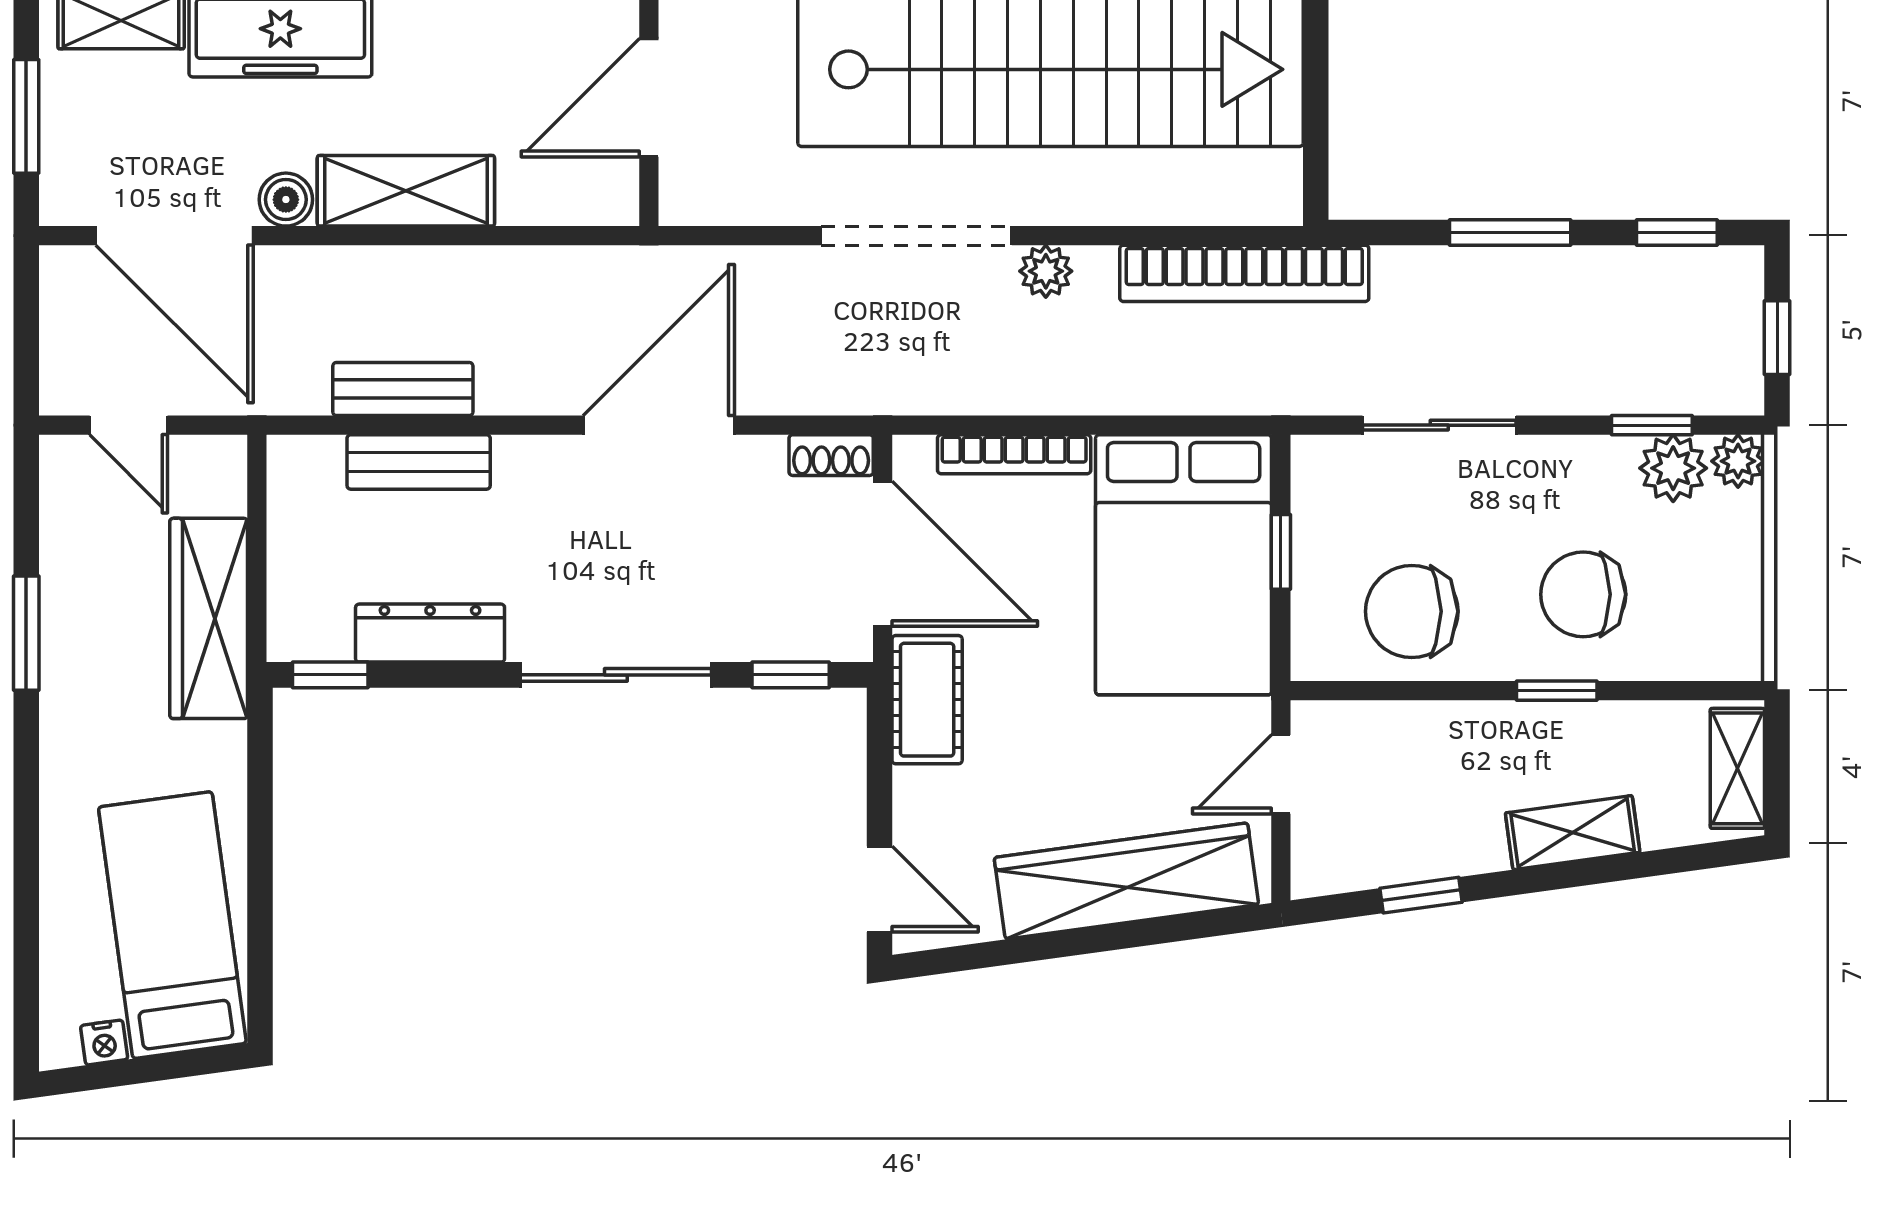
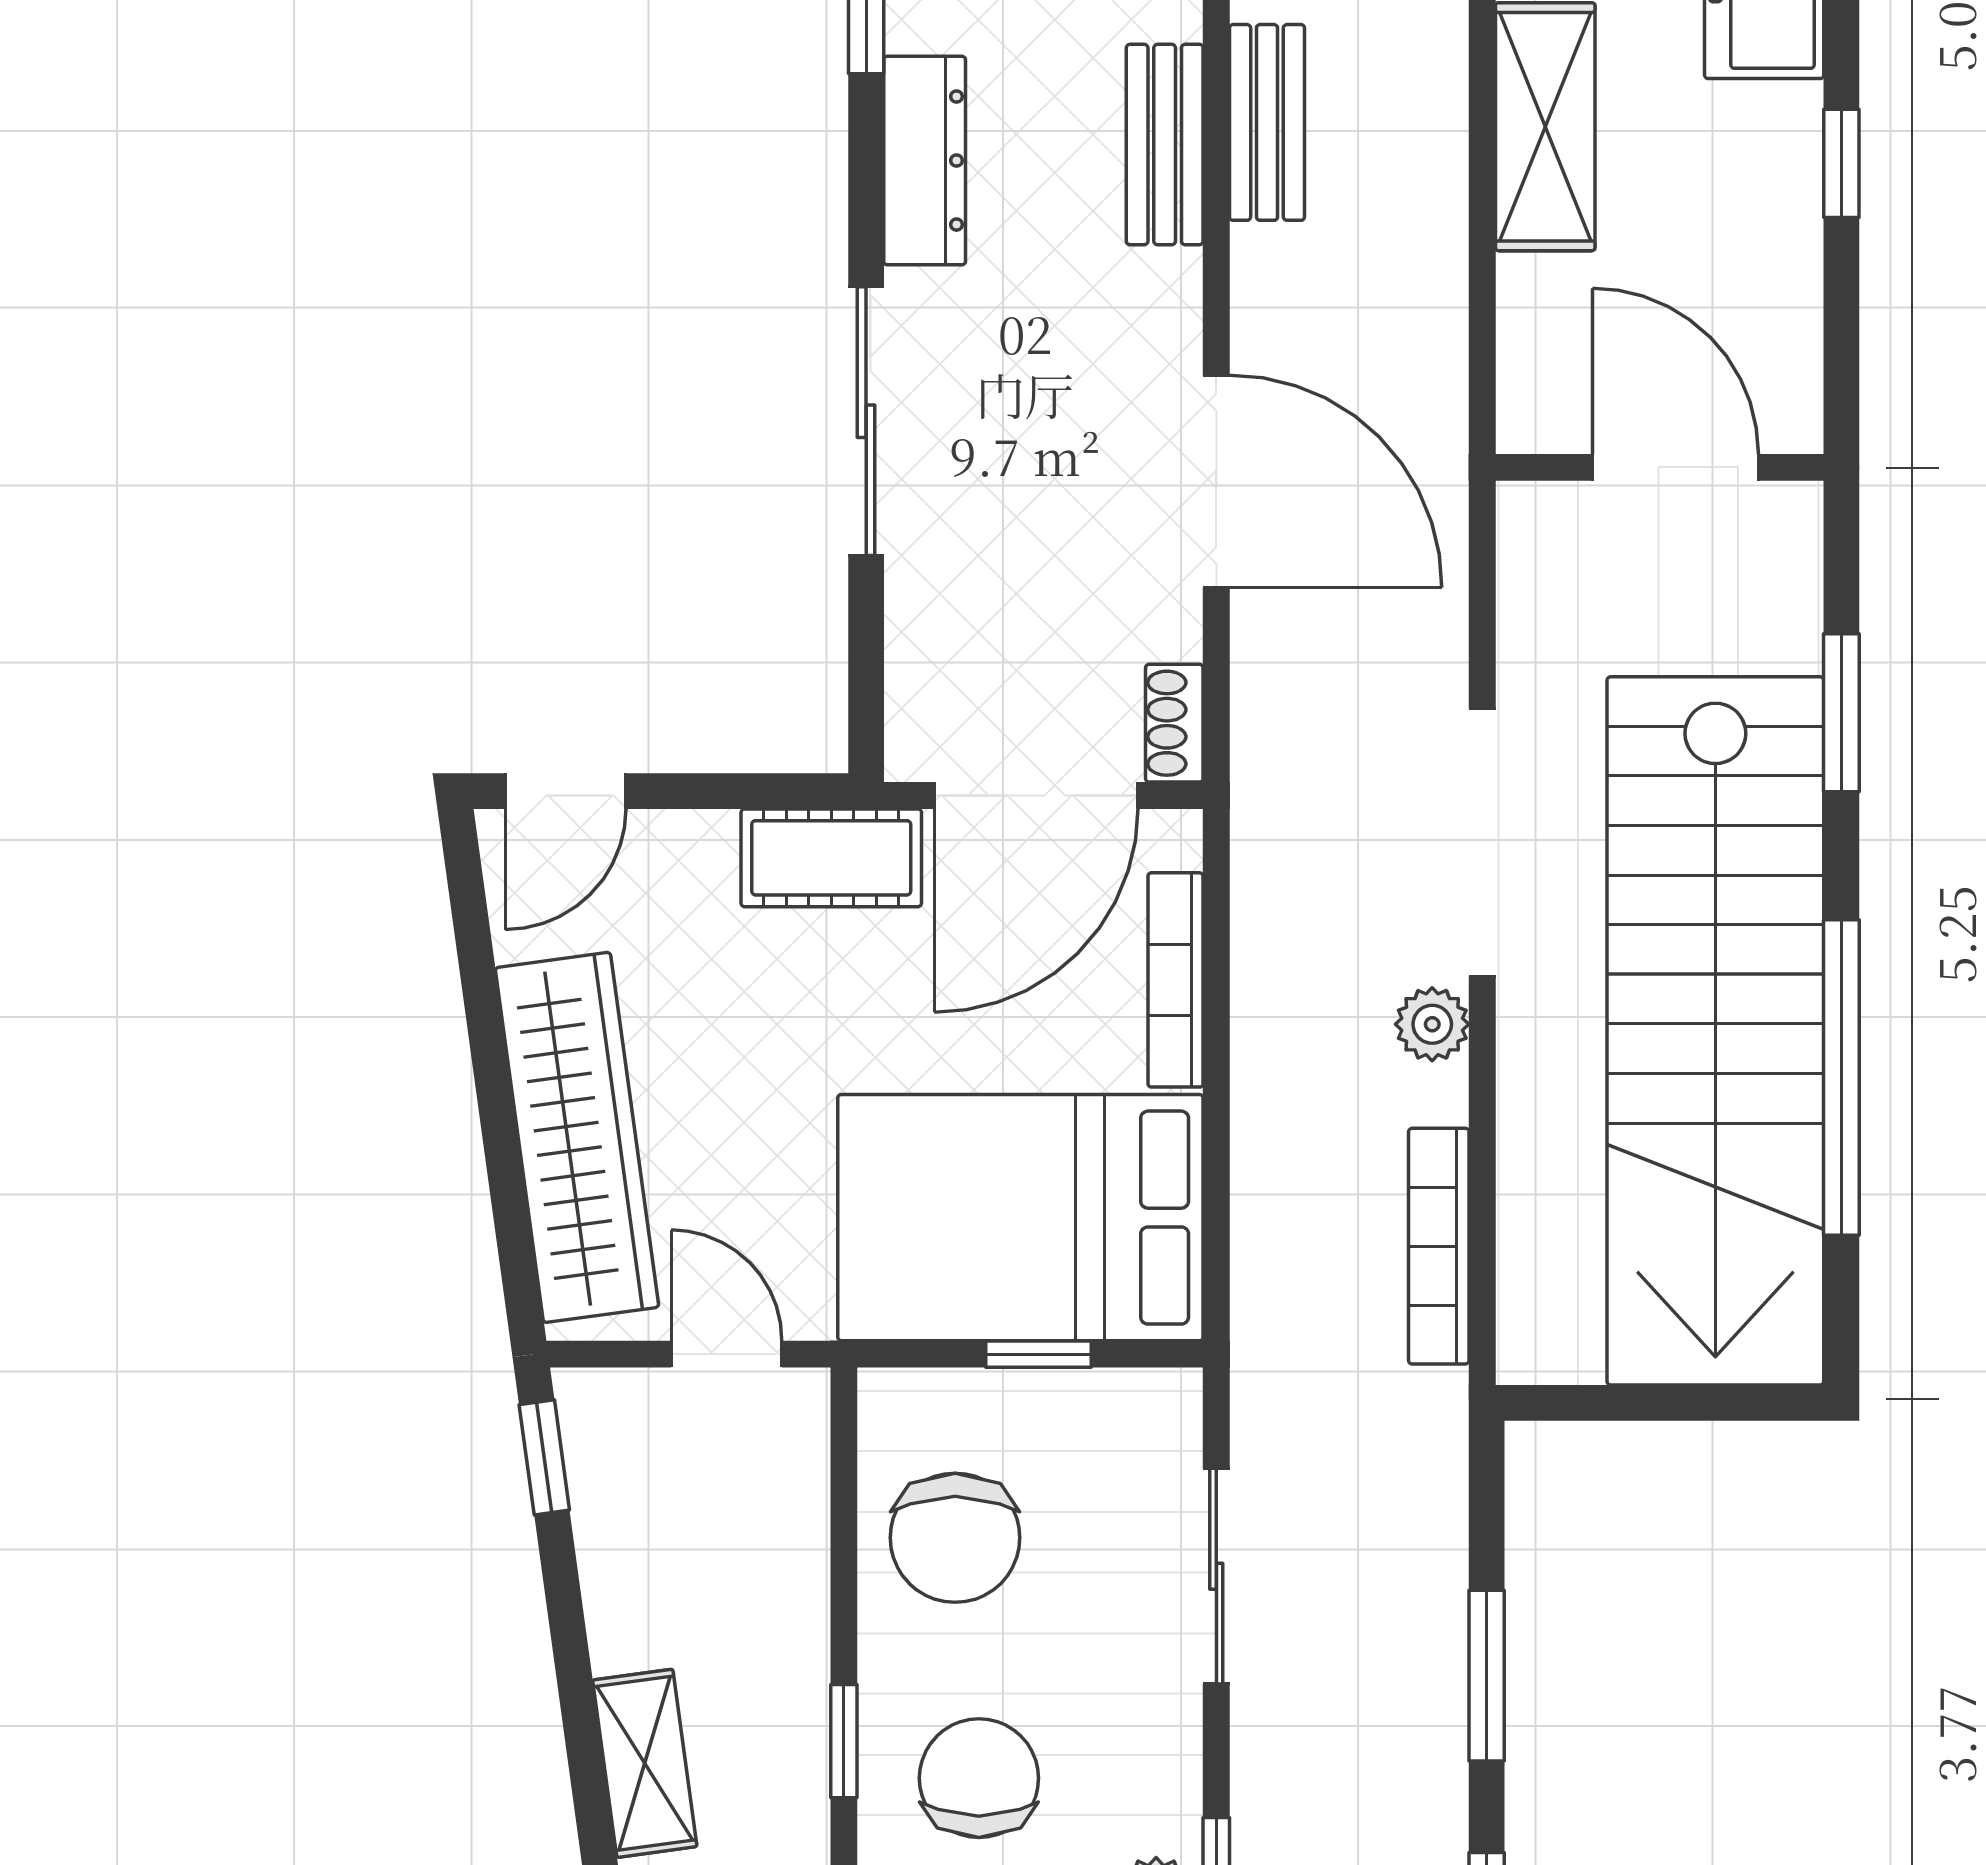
bookcase: (1244, 273) -> (1439, 1246), width x0.68, depth x0.76
chair: (1412, 611) -> (955, 1538), turned 180
window: (791, 675) -> (866, 666), removed
window: (1421, 895) -> (544, 1457), moved

